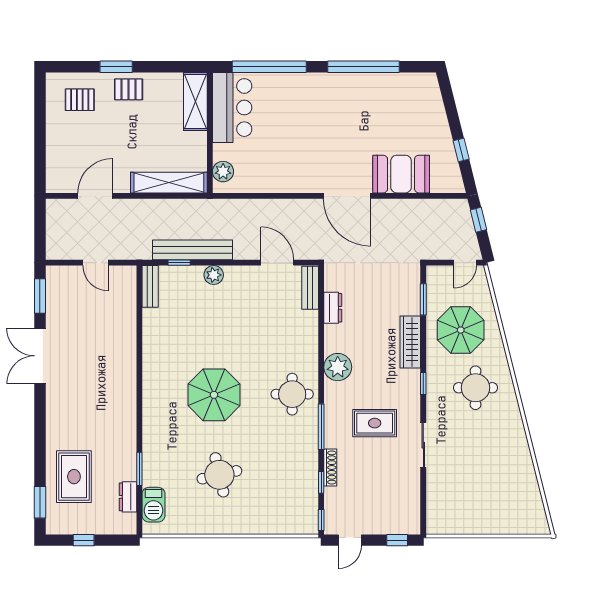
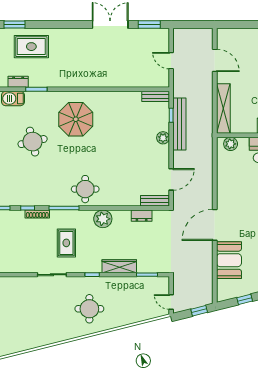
door: (96, 263) -> (171, 61), hinge flipped
parasol: (461, 330) -> (127, 299), removed
parasol: (214, 395) -> (76, 119), moved

